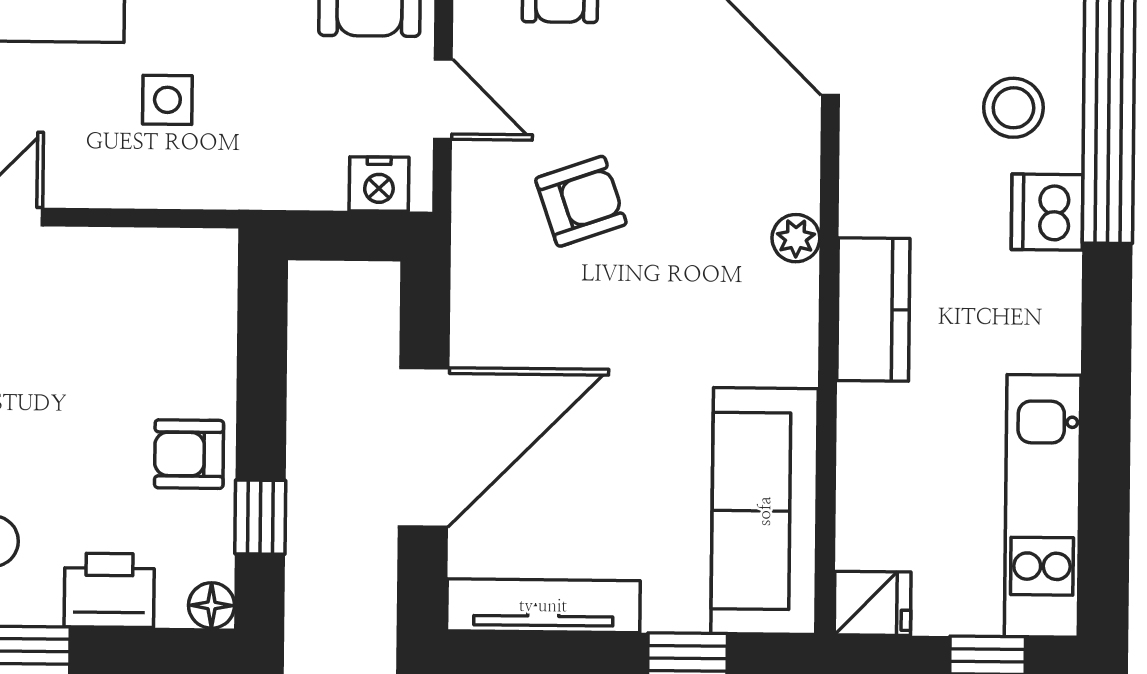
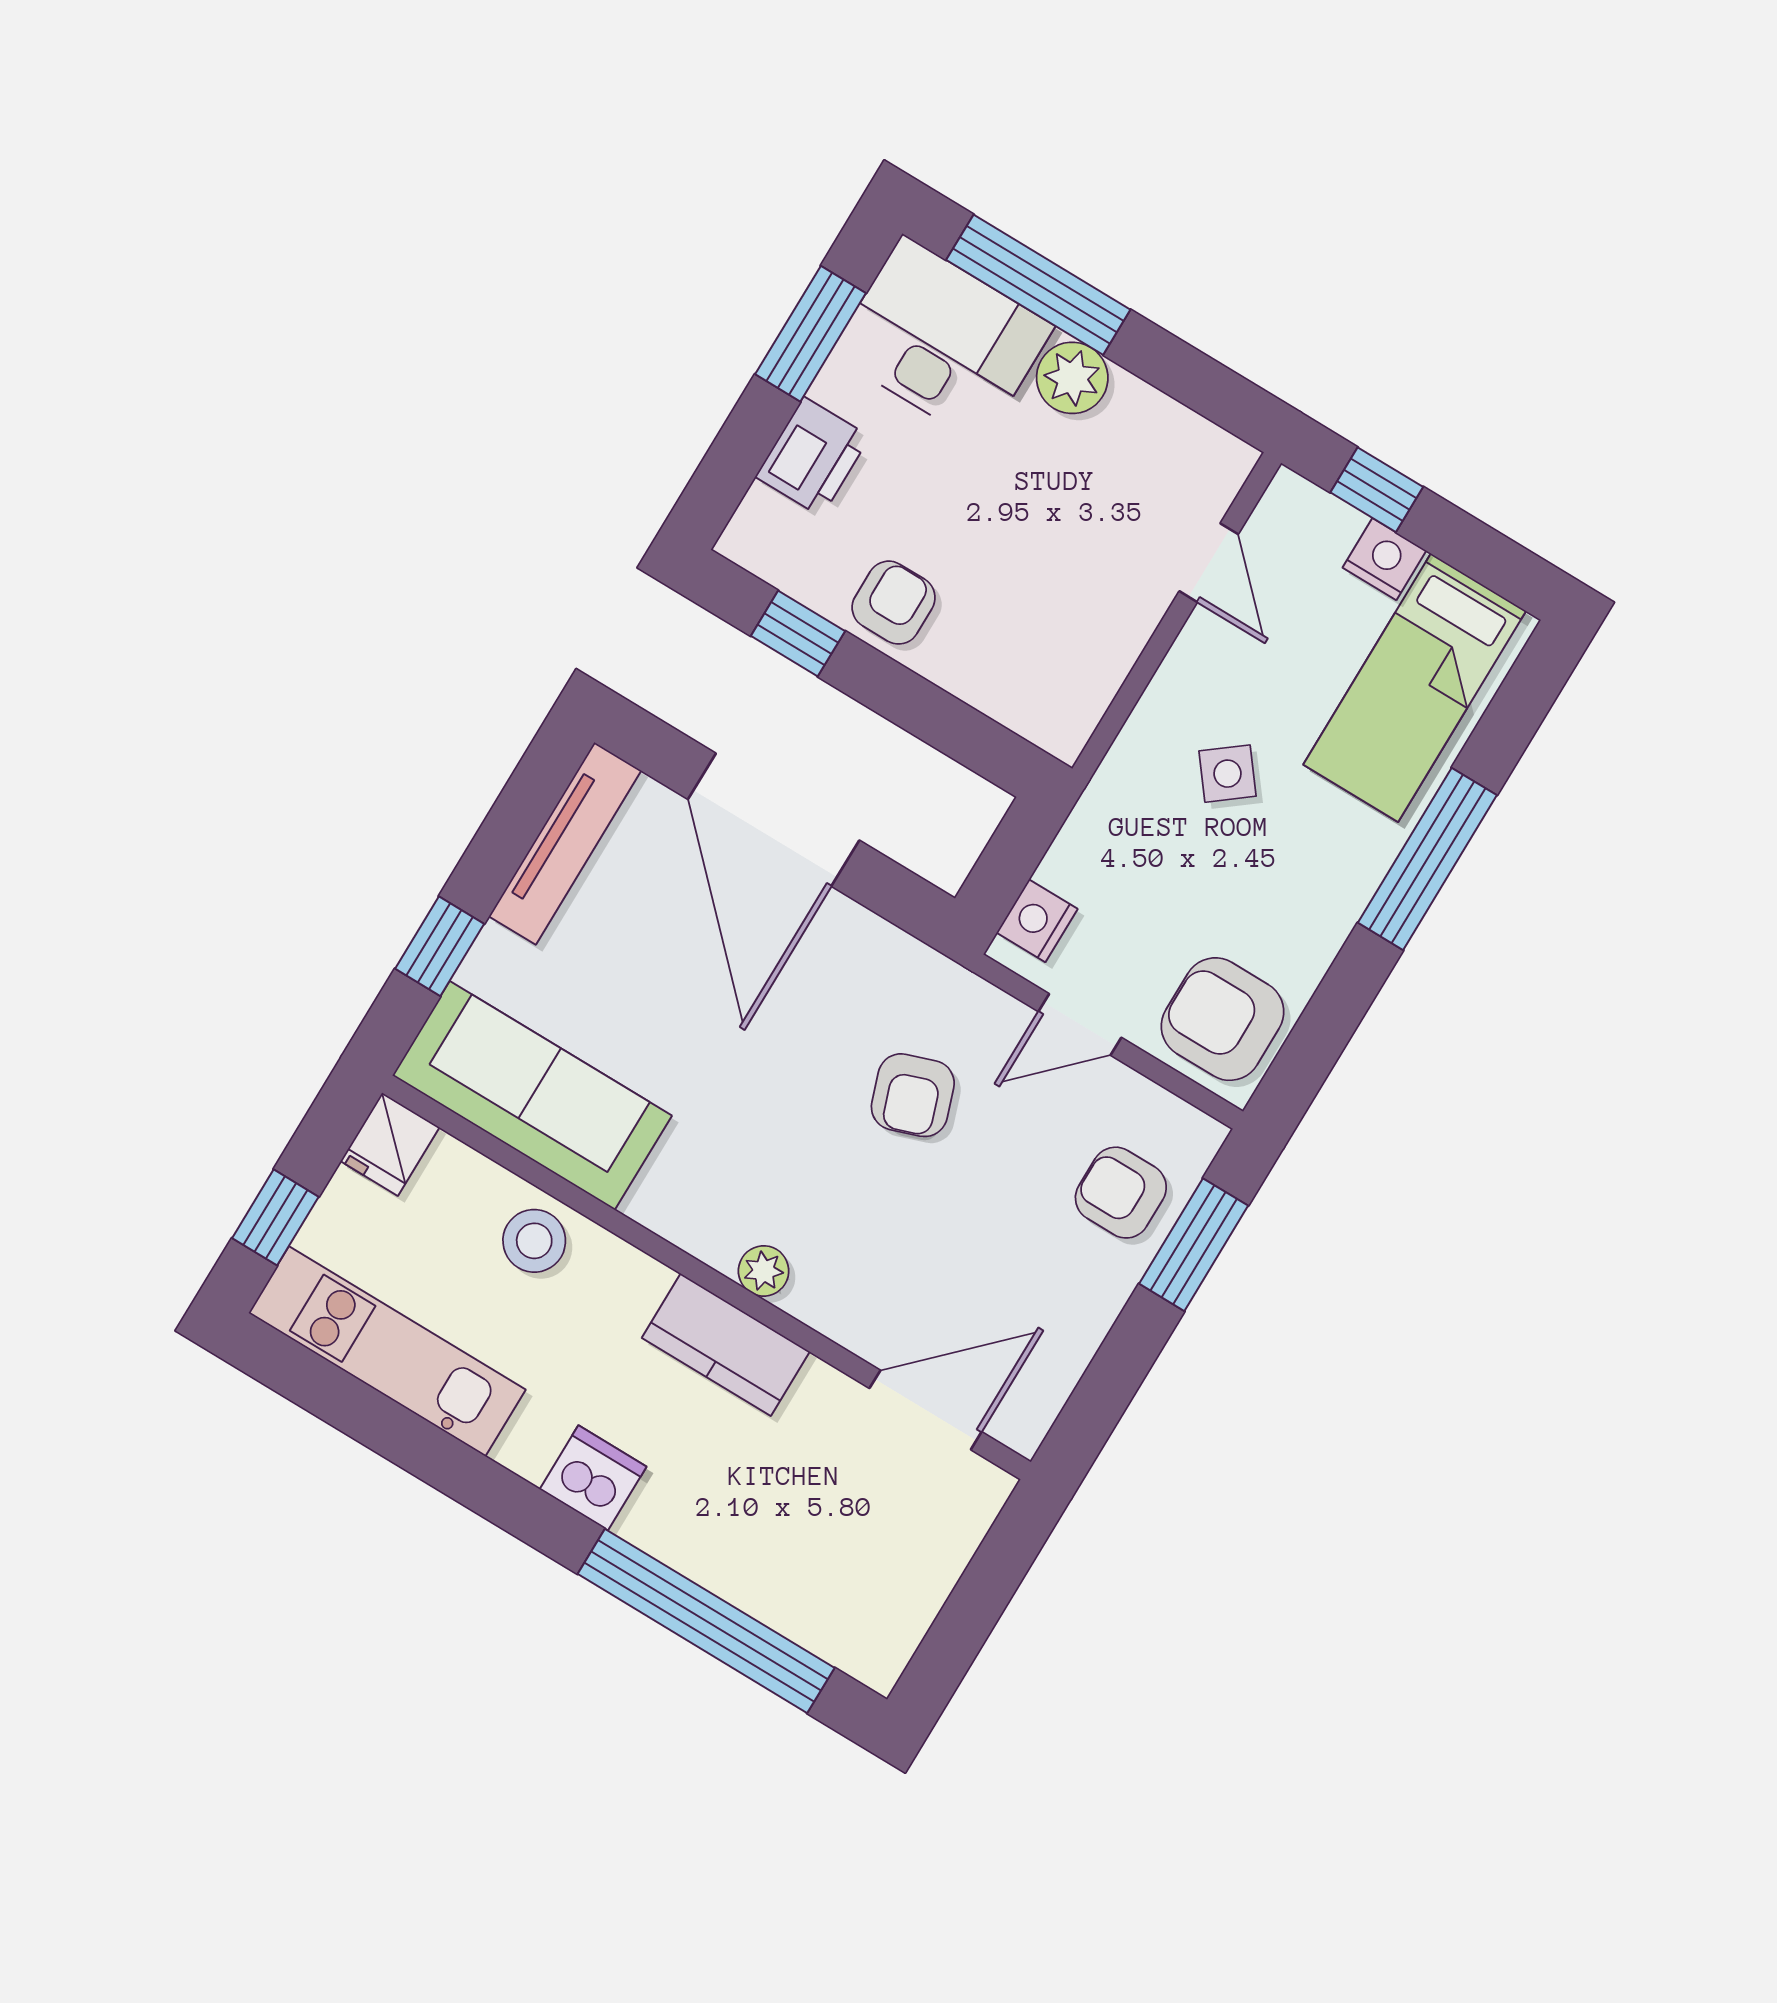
side table: (167, 100) -> (1228, 774), turned -38
stool: (1013, 108) -> (534, 1241), moved
dishwasher: (1047, 212) -> (593, 1478), moved
kitchen counter: (873, 309) -> (726, 1345), moved
floor lamp: (212, 605) -> (744, 542), removed

